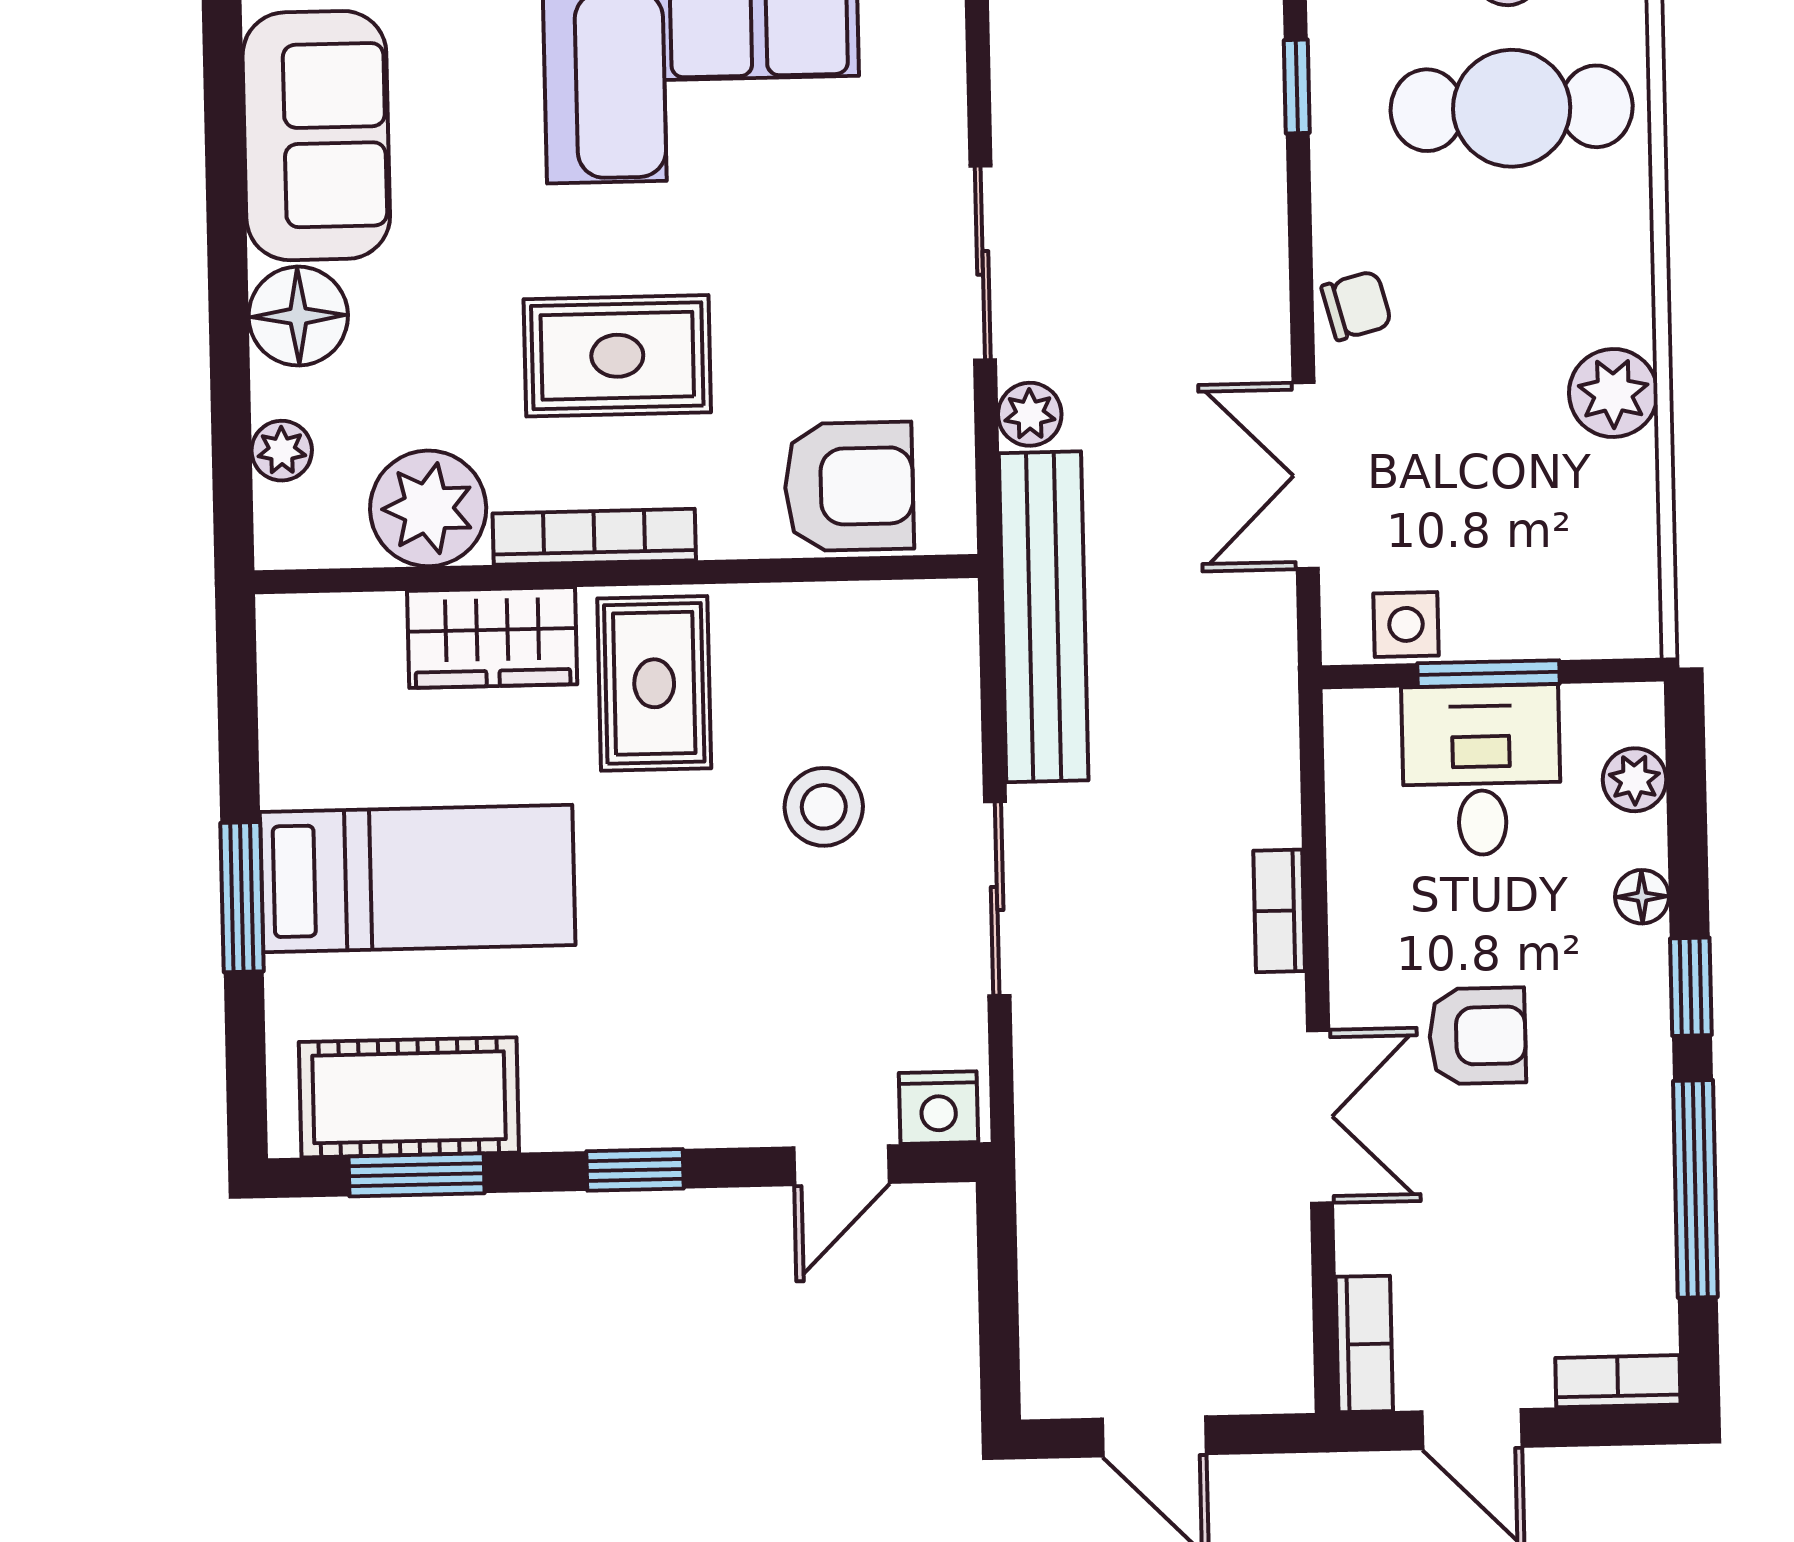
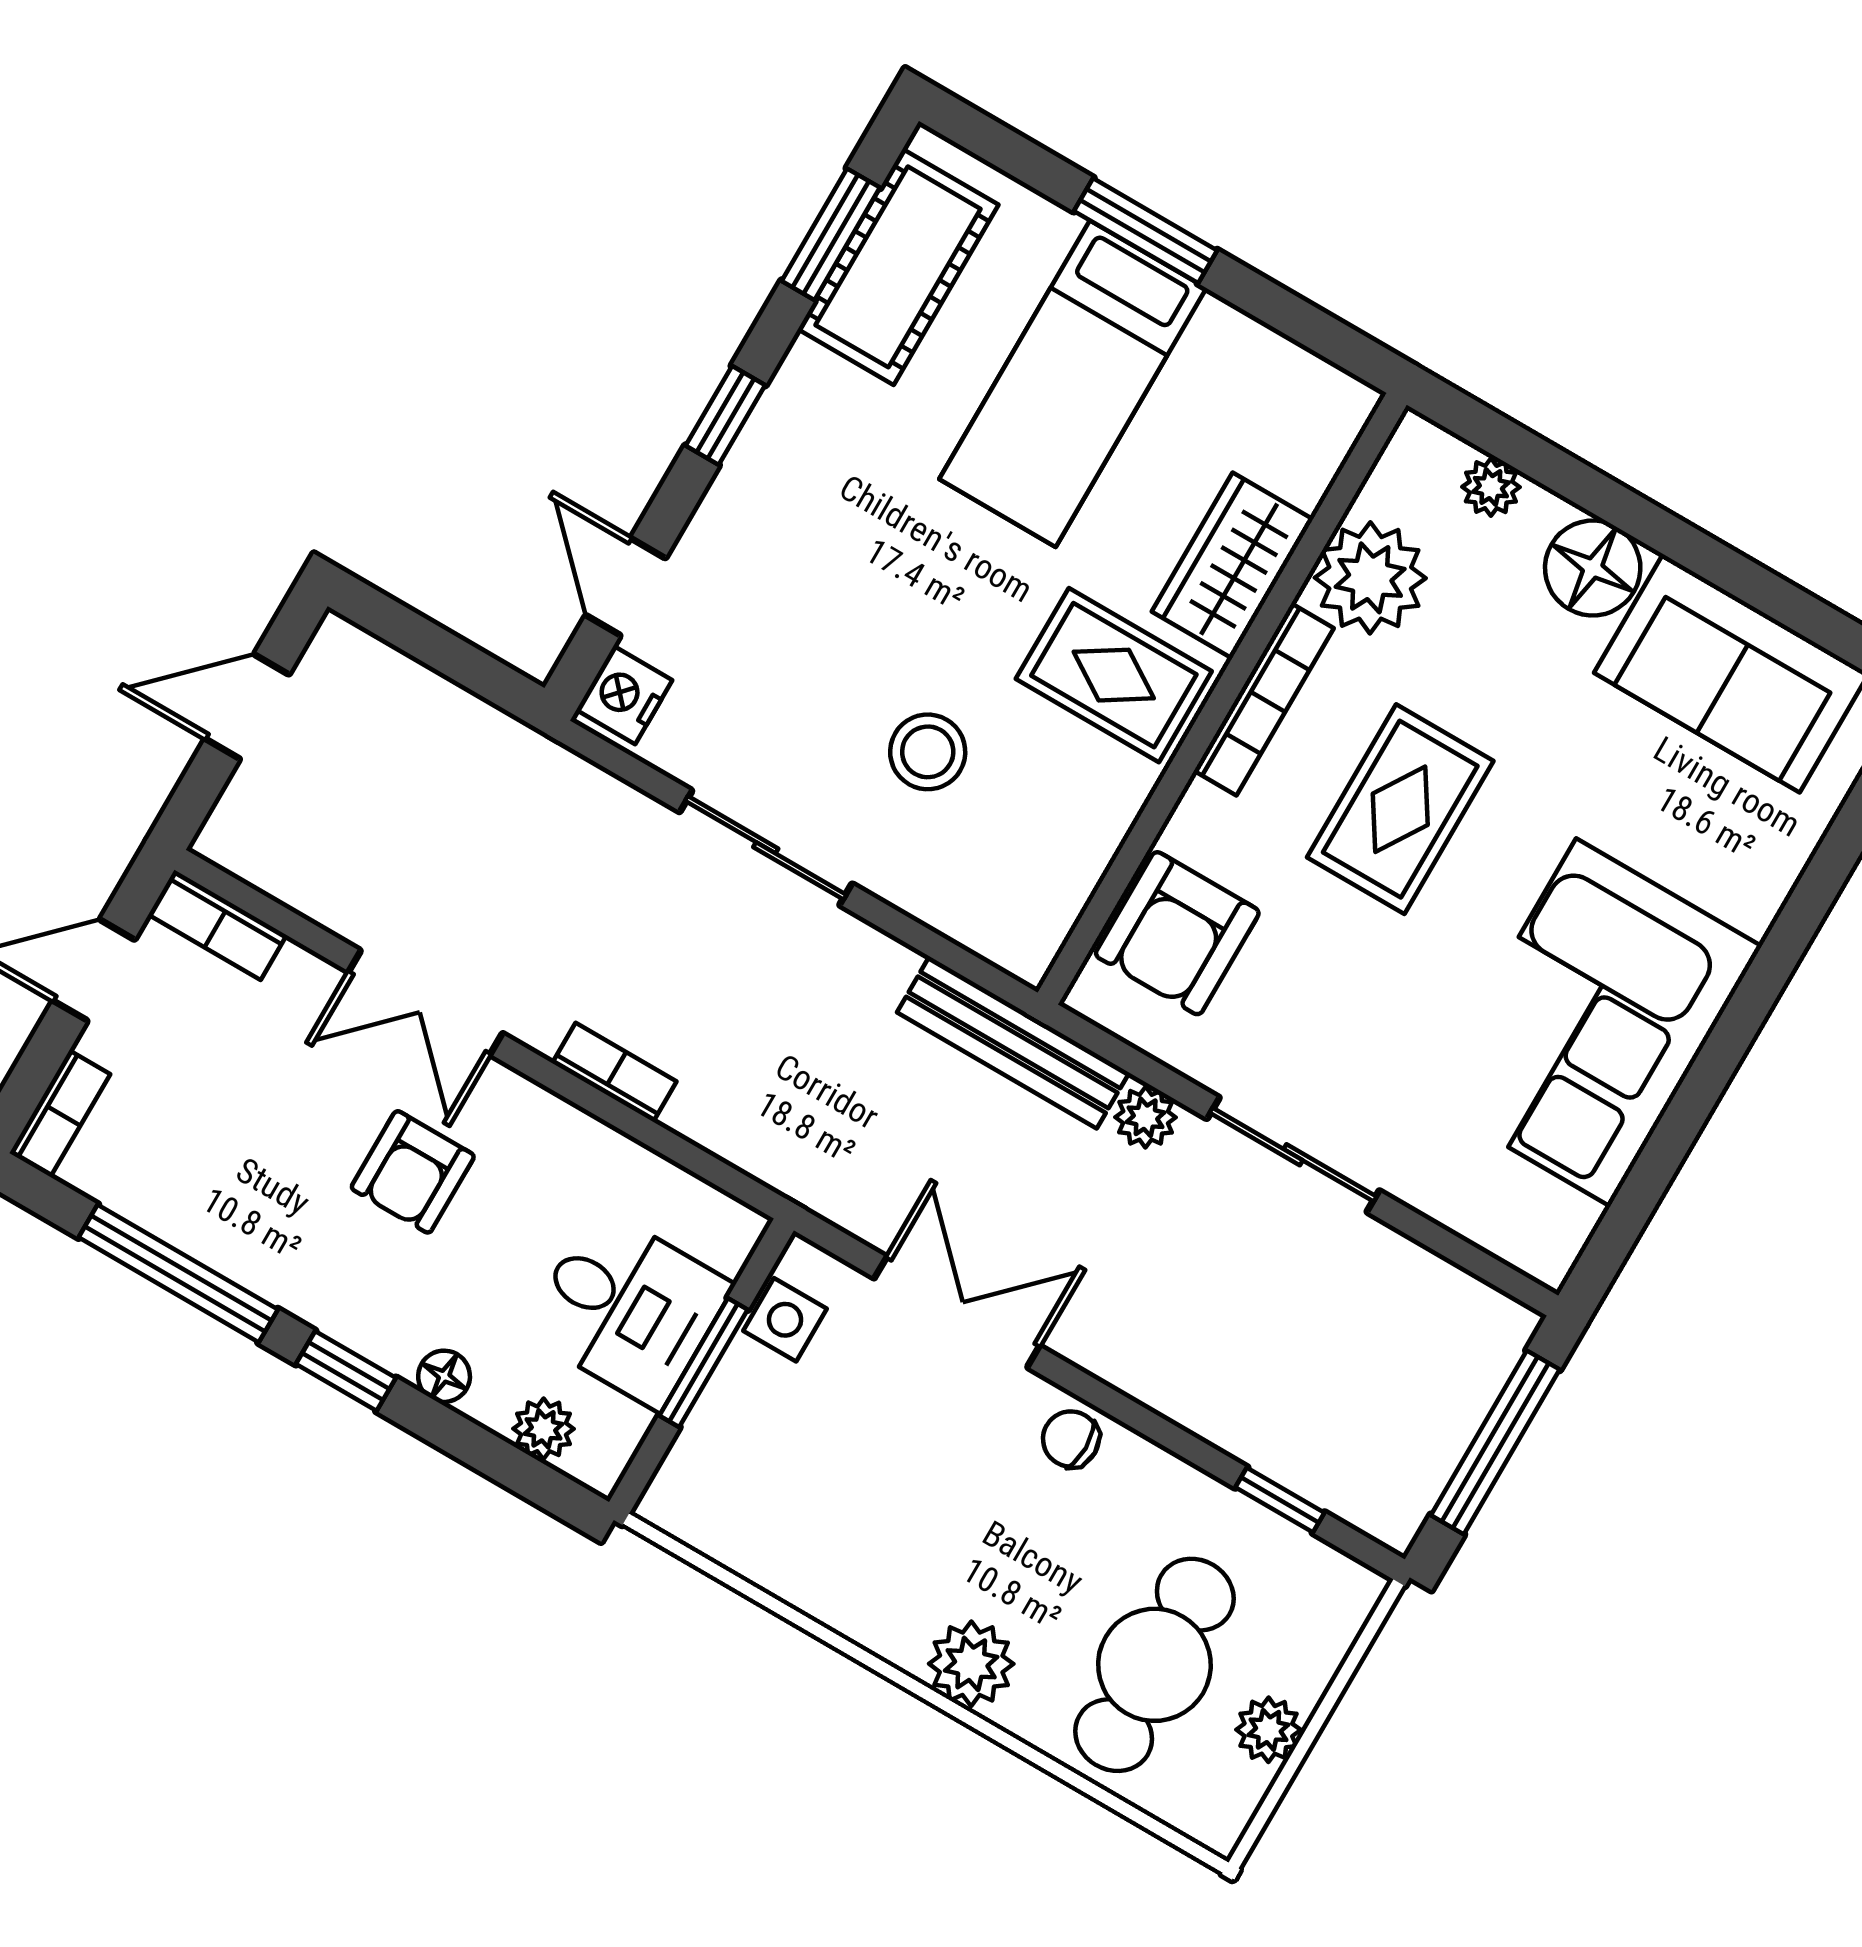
chair: (1356, 305) -> (1071, 1439), turned 105
plant: (1613, 393) -> (971, 1664), moved
bench: (1044, 617) -> (1013, 1042), width x0.73, depth x0.82

